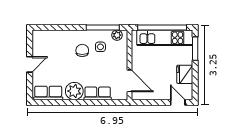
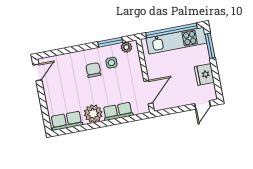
window: (103, 28) -> (110, 42), width x0.69
door: (30, 64) -> (37, 72), moved
door: (130, 81) -> (148, 92), hinge flipped
door: (178, 102) -> (203, 105), swing flipped

